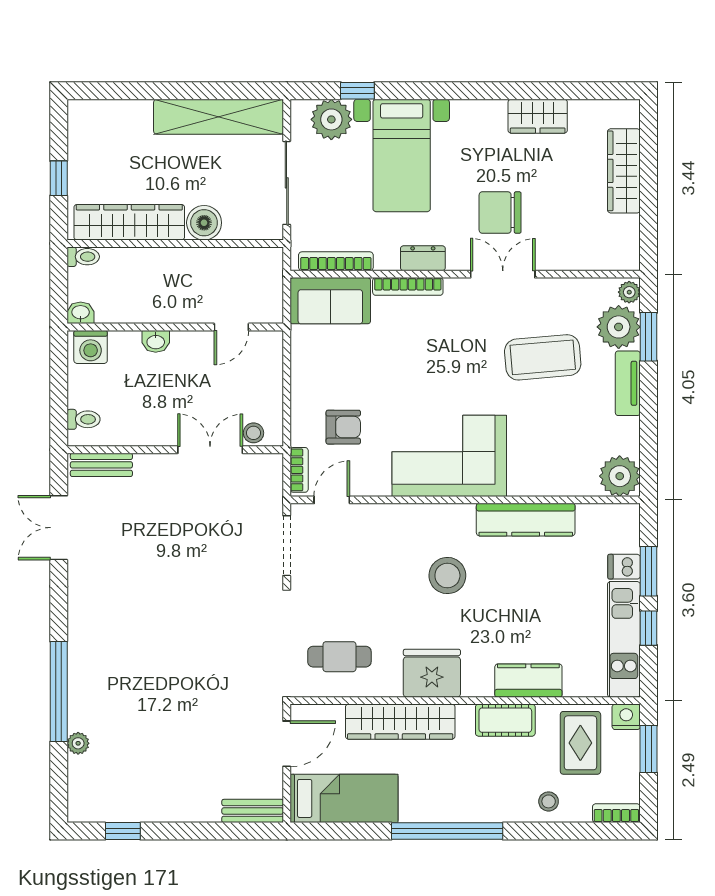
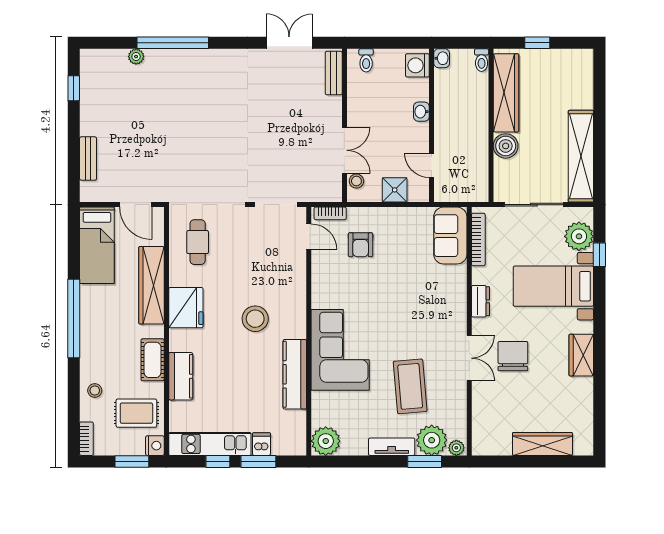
wardrobe: (538, 116) -> (581, 355), moved
bookcase: (408, 286) -> (460, 291), removed
shower: (266, 379) -> (395, 190), added
corner sofa: (449, 456) -> (340, 350), moved
bench: (253, 811) -> (88, 159), moved

